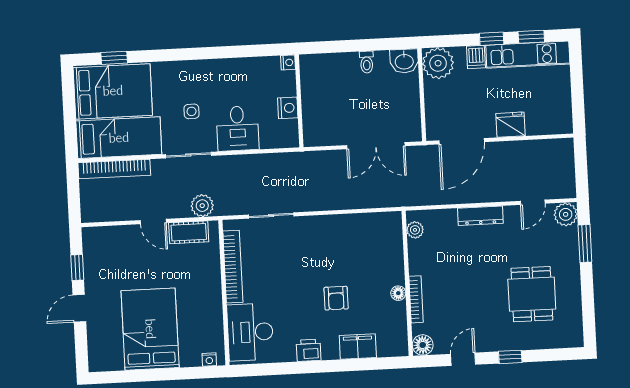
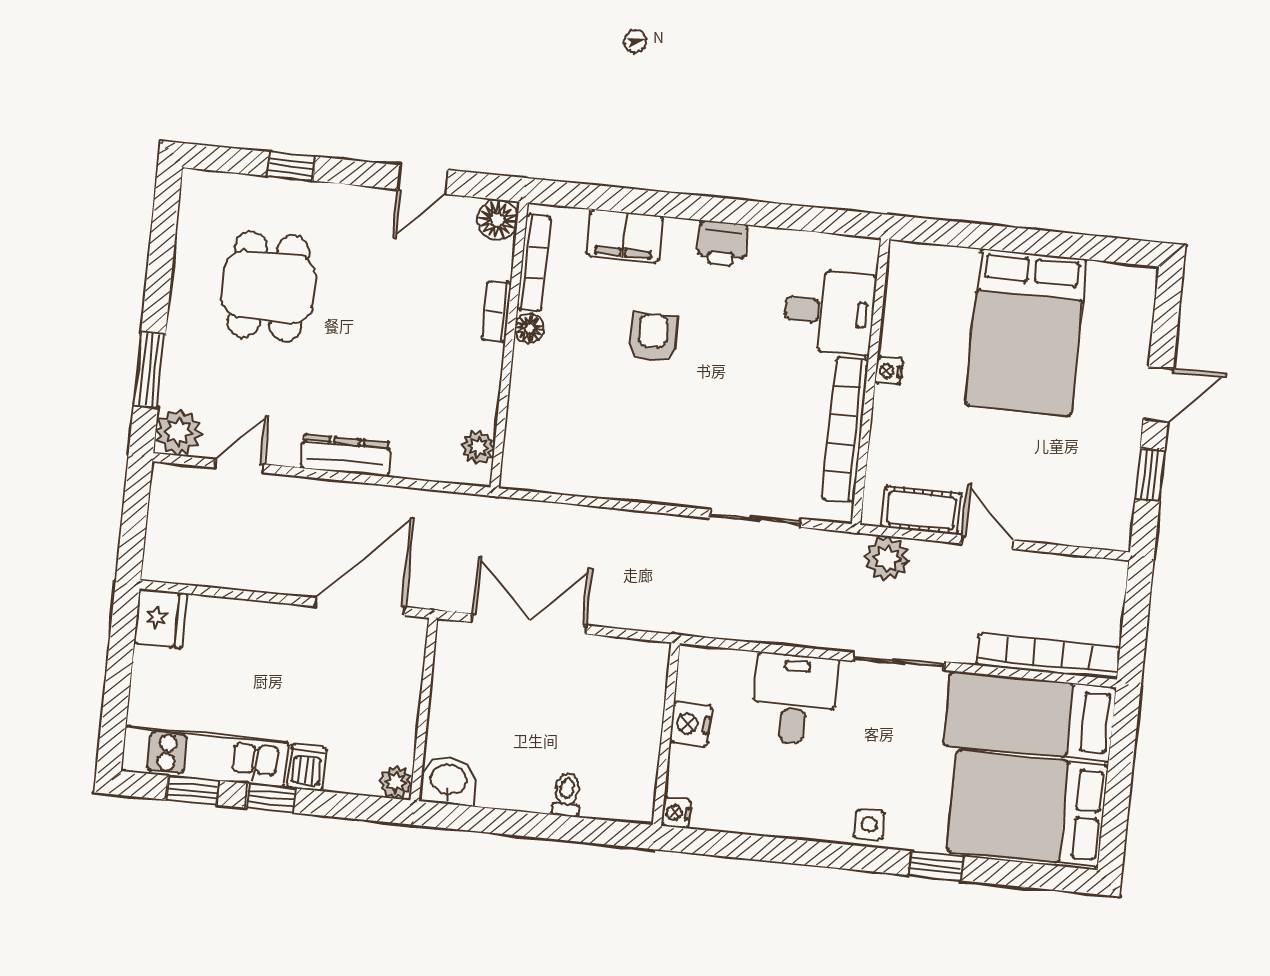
window: (114, 58) -> (936, 866), moved
toilet: (367, 62) -> (567, 794), moved
plant: (438, 63) -> (396, 782), width x0.53, depth x0.53
side table: (192, 111) -> (869, 824), moved
fridge: (510, 125) -> (160, 618), moved, turned -90
bookcase: (416, 299) -> (497, 311), width x0.64
bookcase: (401, 326) -> (534, 263), added
desk: (250, 332) -> (829, 312), width x0.73
window: (510, 357) -> (291, 166), moved
nightstand: (209, 360) -> (889, 371), moved, turned -90

